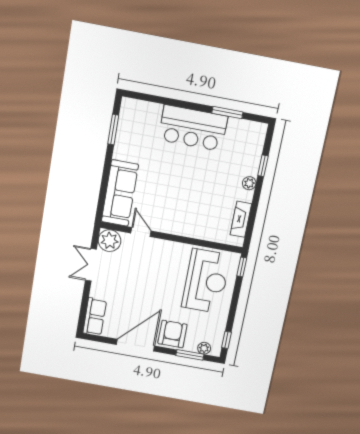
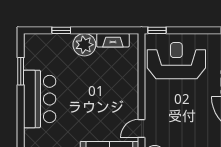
plant: (249, 183) -> (84, 45), width x1.87, depth x1.87

